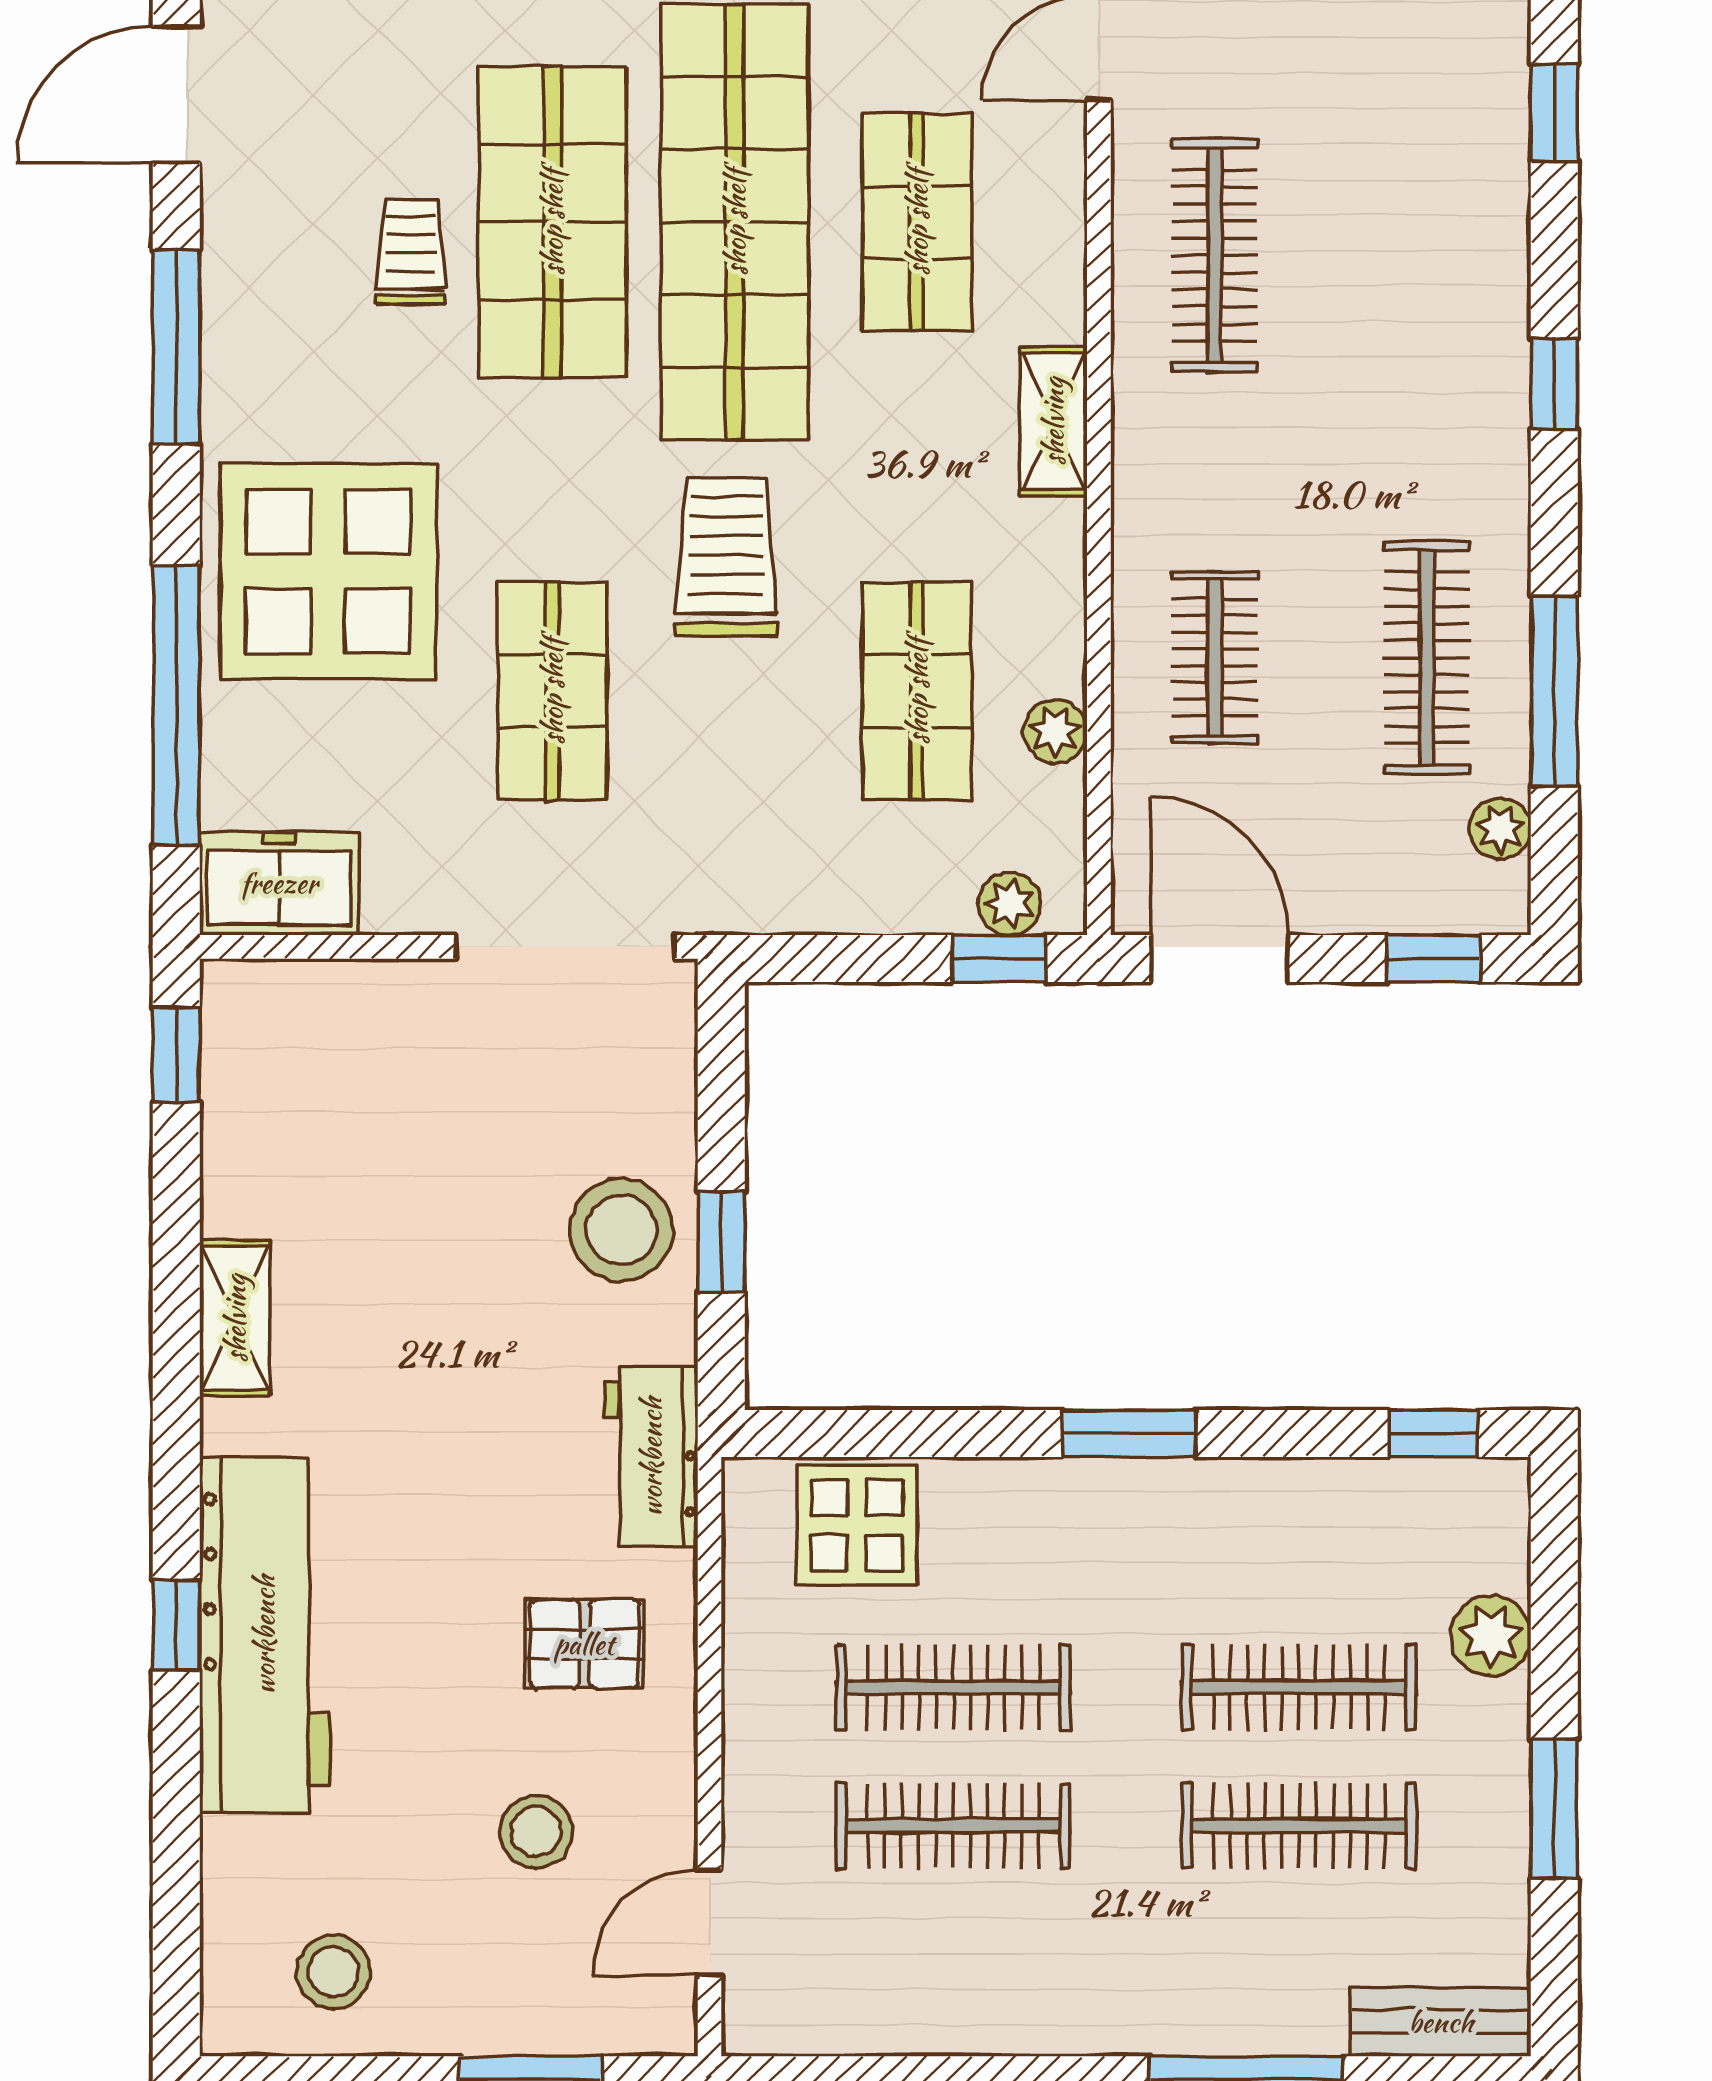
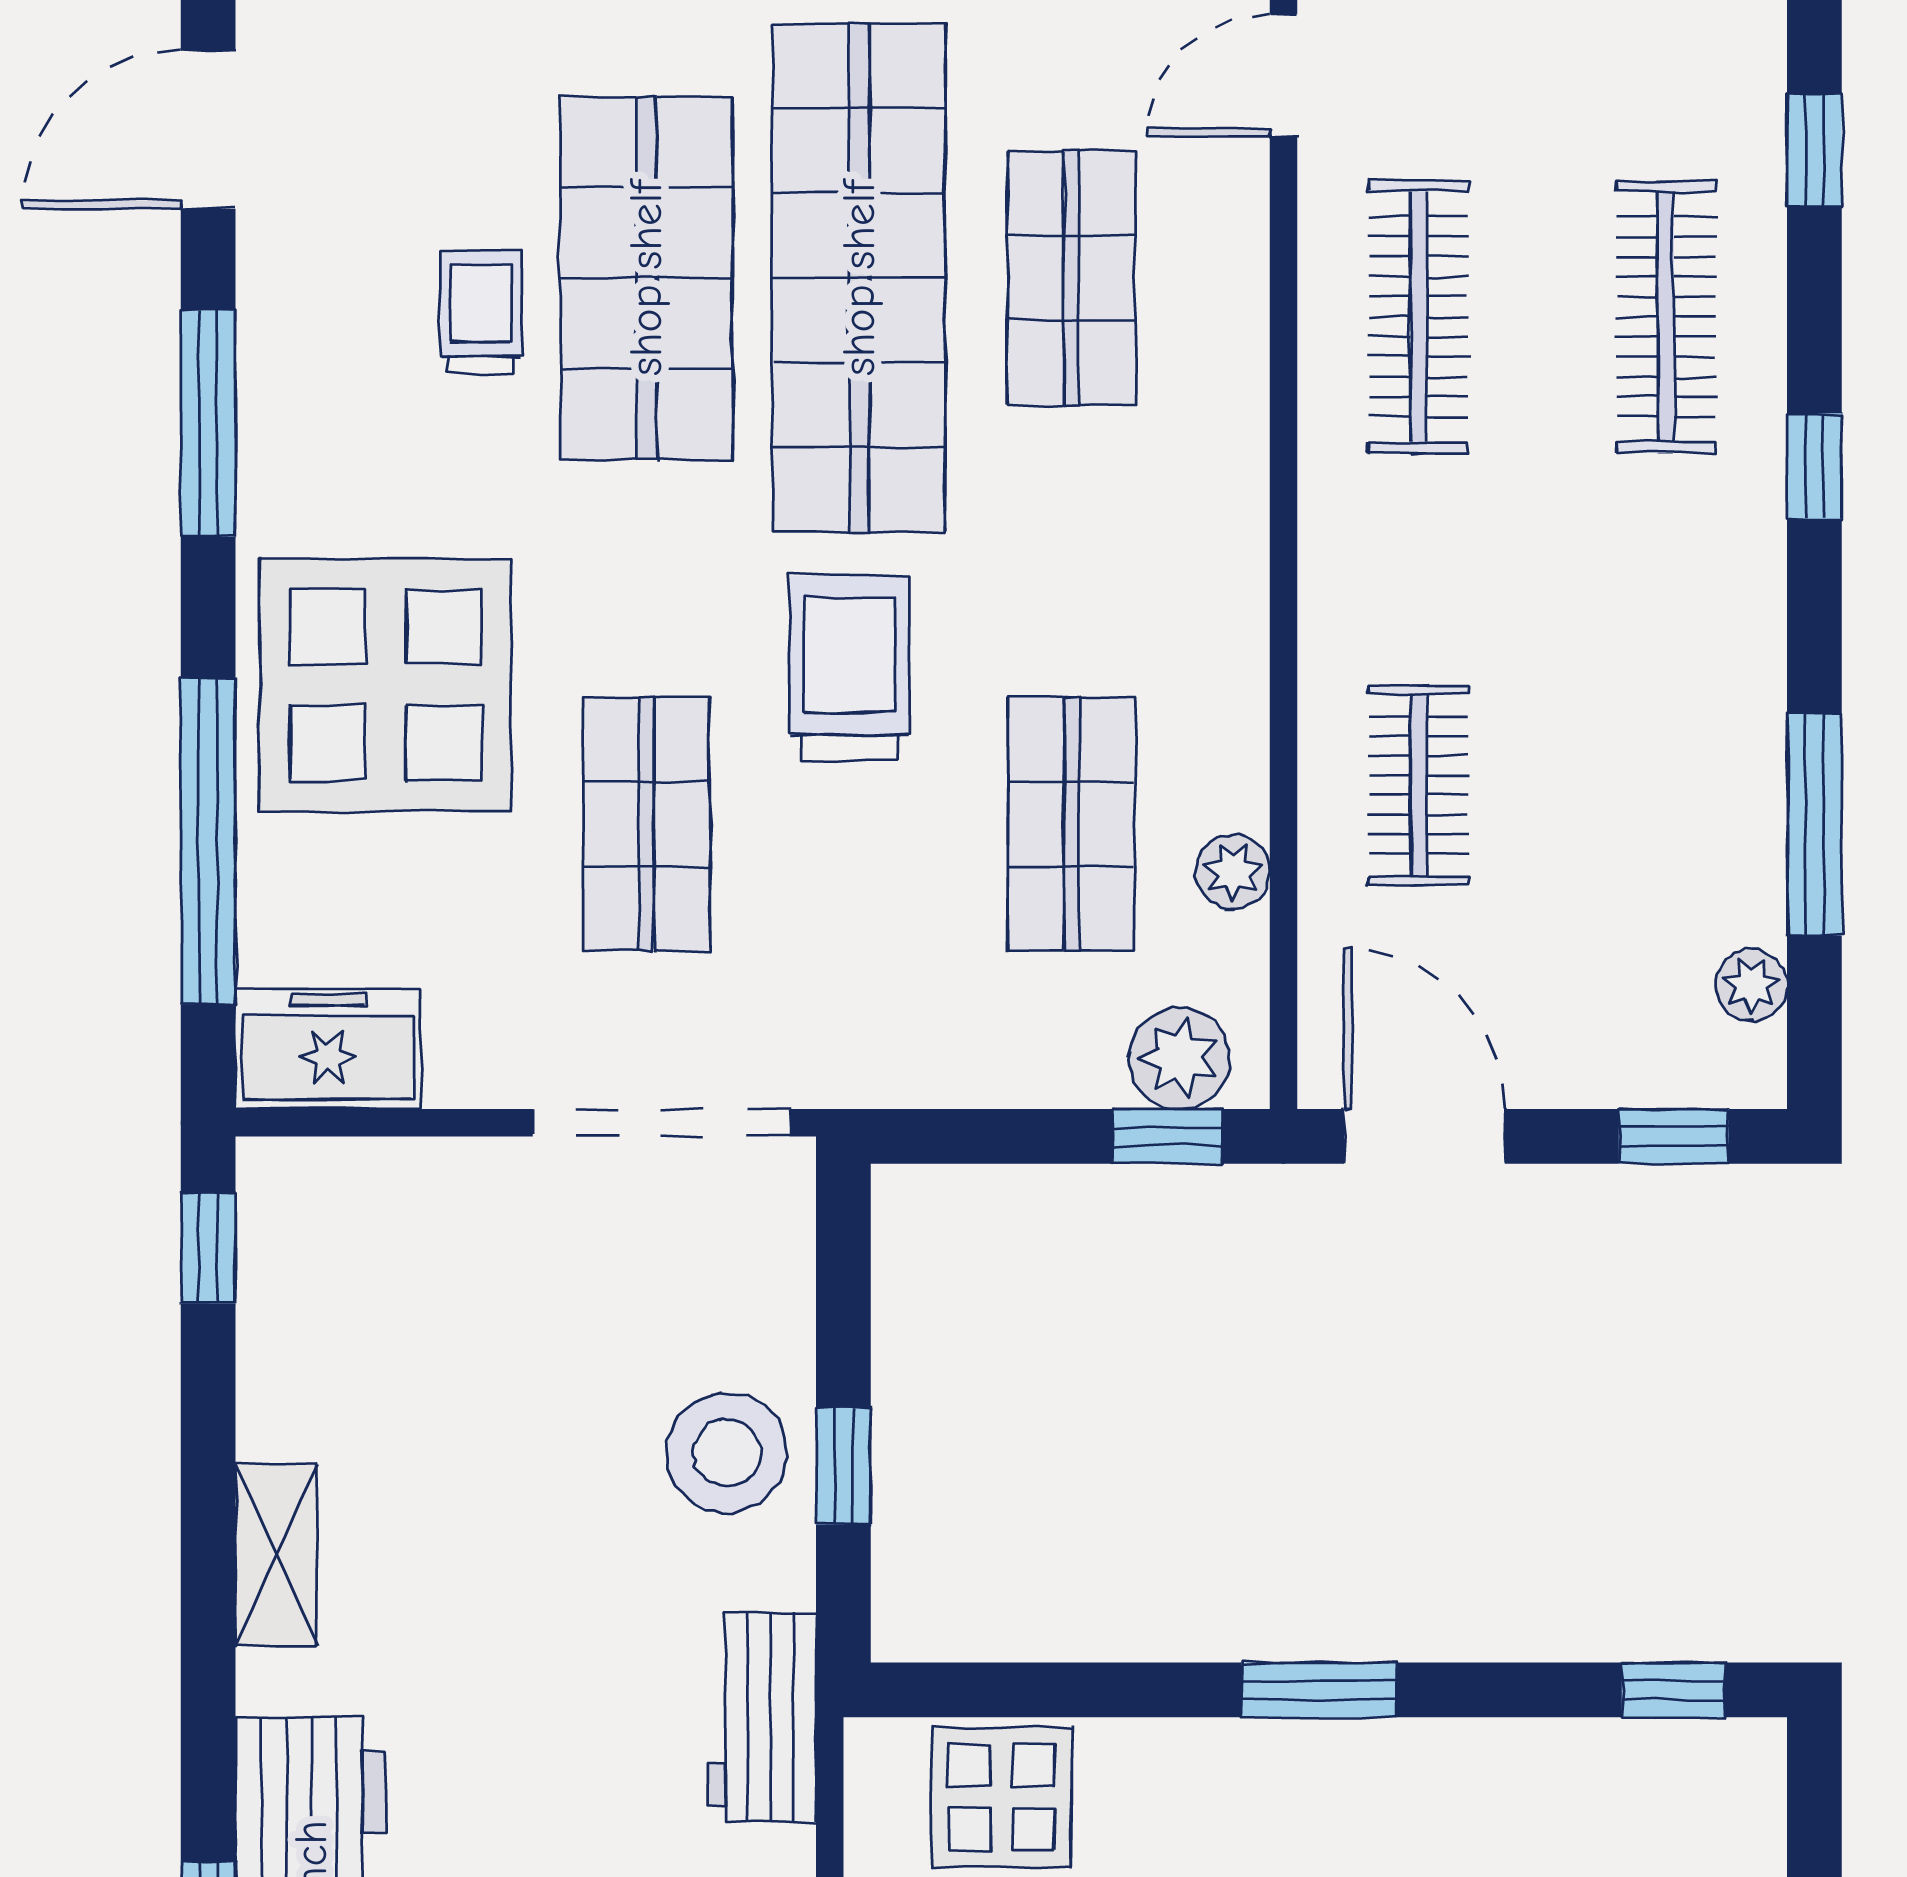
shelving: (1053, 421) -> (1231, 510), removed
clothes rail: (1427, 657) -> (1666, 317), moved
plant: (1009, 904) -> (1179, 1058), width x1.38, depth x1.38

